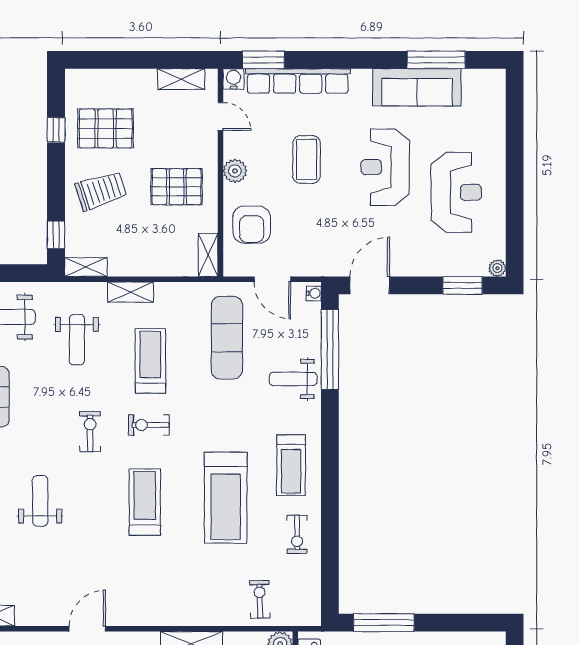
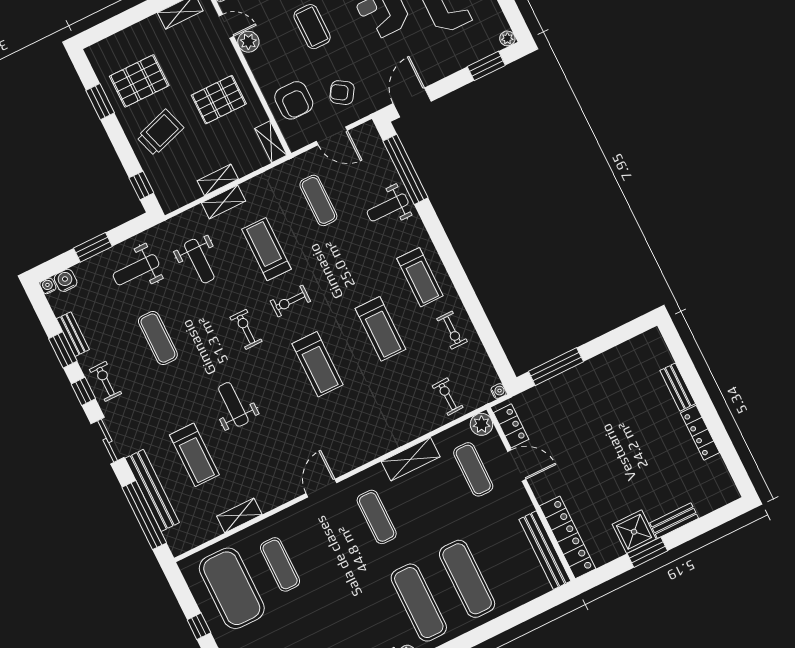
window: (56, 130) -> (100, 102), width x1.50
plant: (235, 171) -> (248, 42), moved
armchair: (304, 241) -> (342, 93), added
shelving: (86, 267) -> (218, 180), moved
water cooler: (314, 293) -> (499, 391), moved
exercise mat: (227, 338) -> (318, 200), width x0.73, depth x0.69
treadmill: (226, 498) -> (380, 329), width x0.73, depth x0.73
treadmill: (145, 502) -> (318, 364), turned 180

